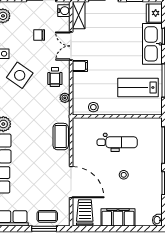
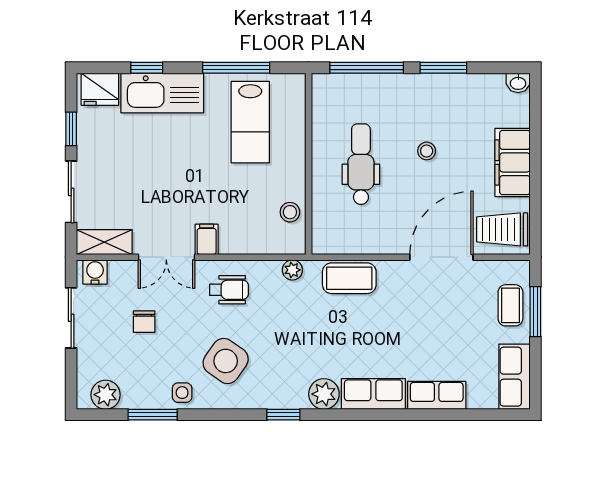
plant: (65, 98) -> (292, 270), moved

